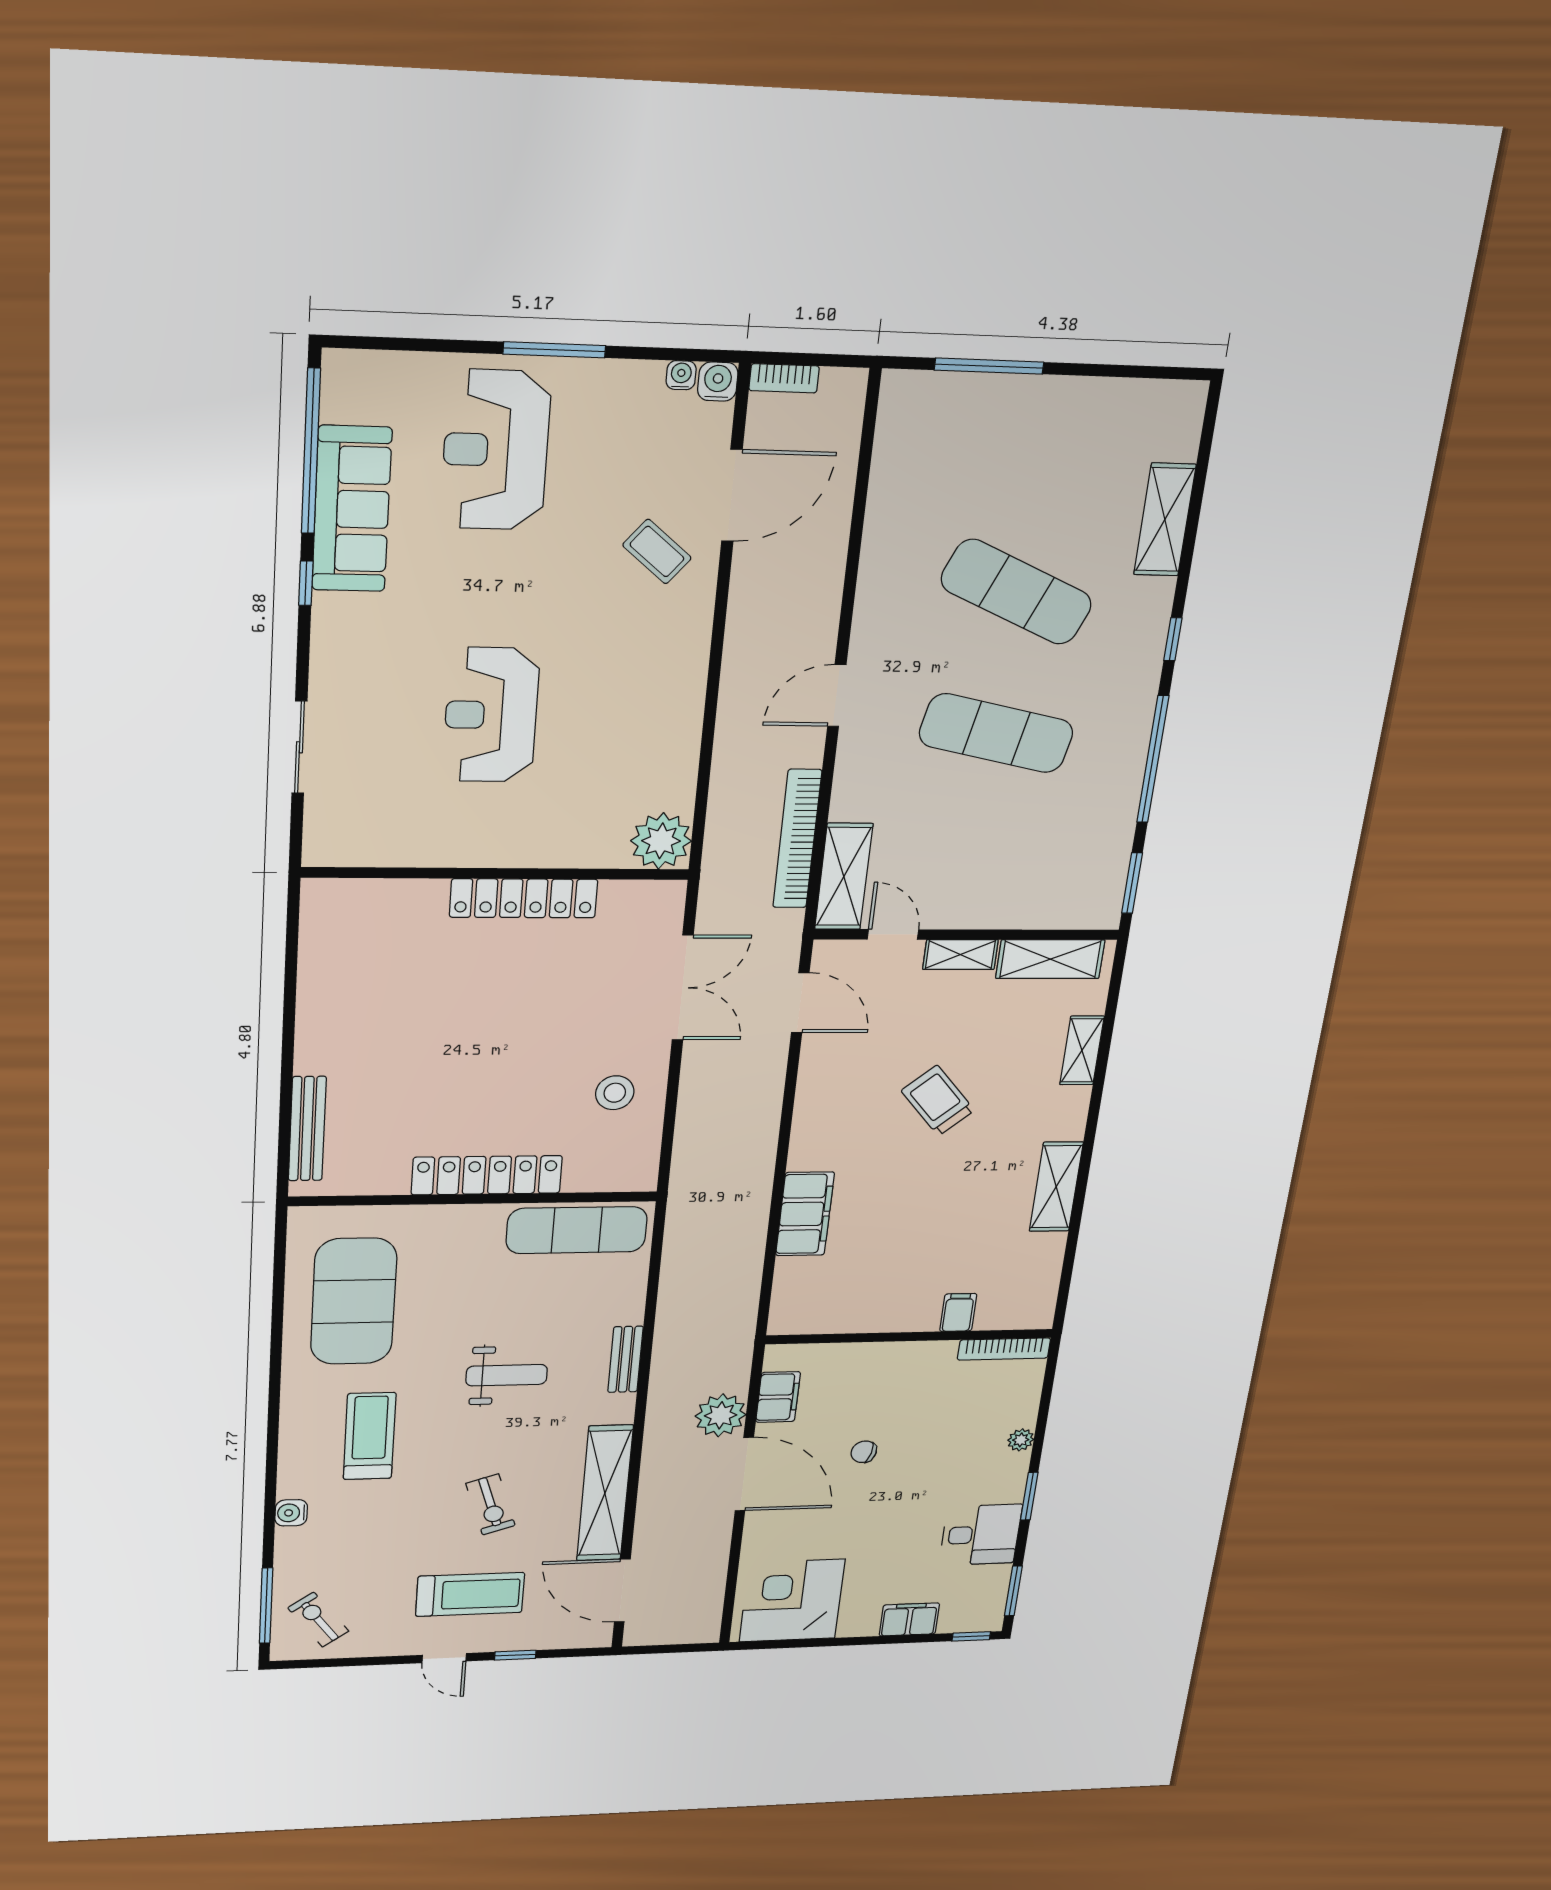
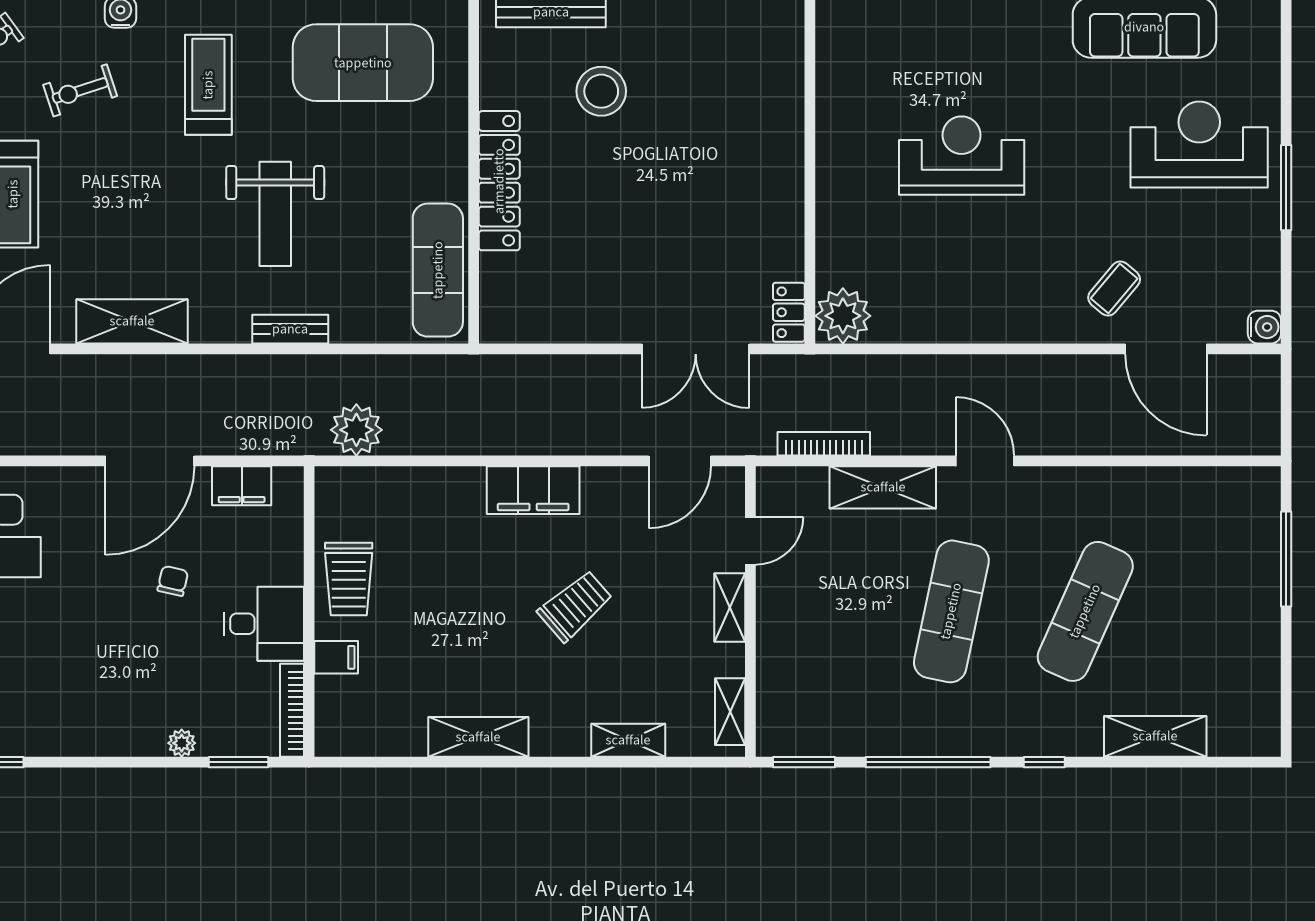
water cooler: (681, 375) -> (1269, 295), removed
bookcase: (784, 378) -> (1269, 383), removed
bookcase: (797, 839) -> (824, 444), width x0.68, depth x0.76
shelving: (844, 877) -> (883, 487), moved
locker: (524, 898) -> (789, 312), moved, width x0.46, depth x0.83
shelving: (1050, 959) -> (730, 712), width x0.67, depth x0.75
stool: (615, 1093) -> (601, 91), moved, width x1.38, depth x1.38
filing cabinet: (805, 1214) -> (533, 490), moved
trolley: (883, 1303) -> (349, 579), added
weight bench: (507, 1375) -> (275, 214), width x1.36, depth x1.33
plant: (721, 1415) -> (356, 430), moved
treadmill: (370, 1436) -> (208, 85), turned -90
shelving: (605, 1493) -> (132, 321), width x0.68
window: (1029, 1496) -> (238, 762), moved
exercise bike: (491, 1504) -> (80, 90), moved
desk: (981, 1535) -> (264, 624), moved, turned -90

